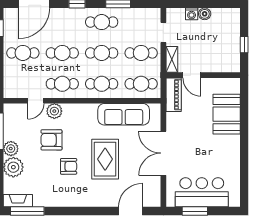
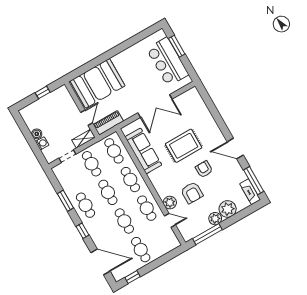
booth: (227, 114) -> (98, 83), width x1.36, depth x1.42
door: (130, 211) -> (235, 148), moved
window: (195, 211) -> (177, 46), moved

